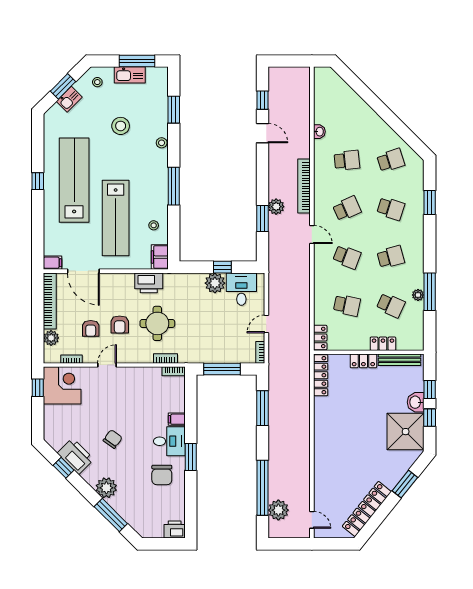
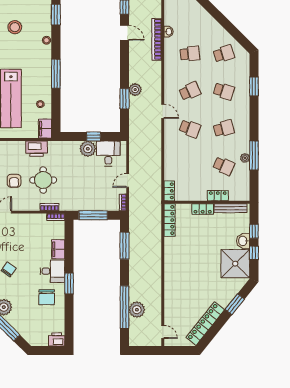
bookcase: (304, 186) -> (157, 39), moved
school desk: (347, 305) -> (190, 166), removed
filing cabinet: (177, 419) -> (58, 249), width x2.00
plant: (278, 510) -> (137, 310), moved

